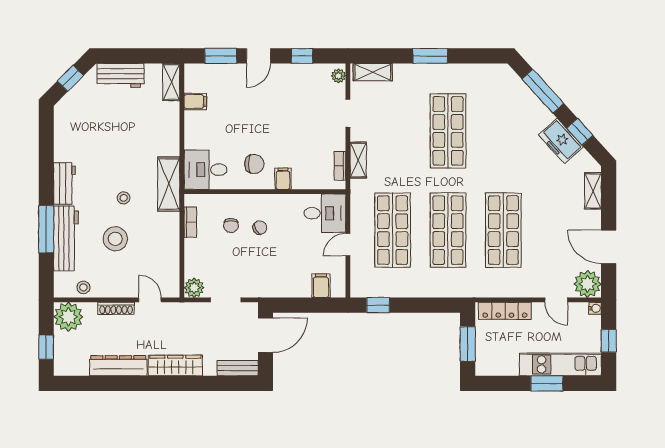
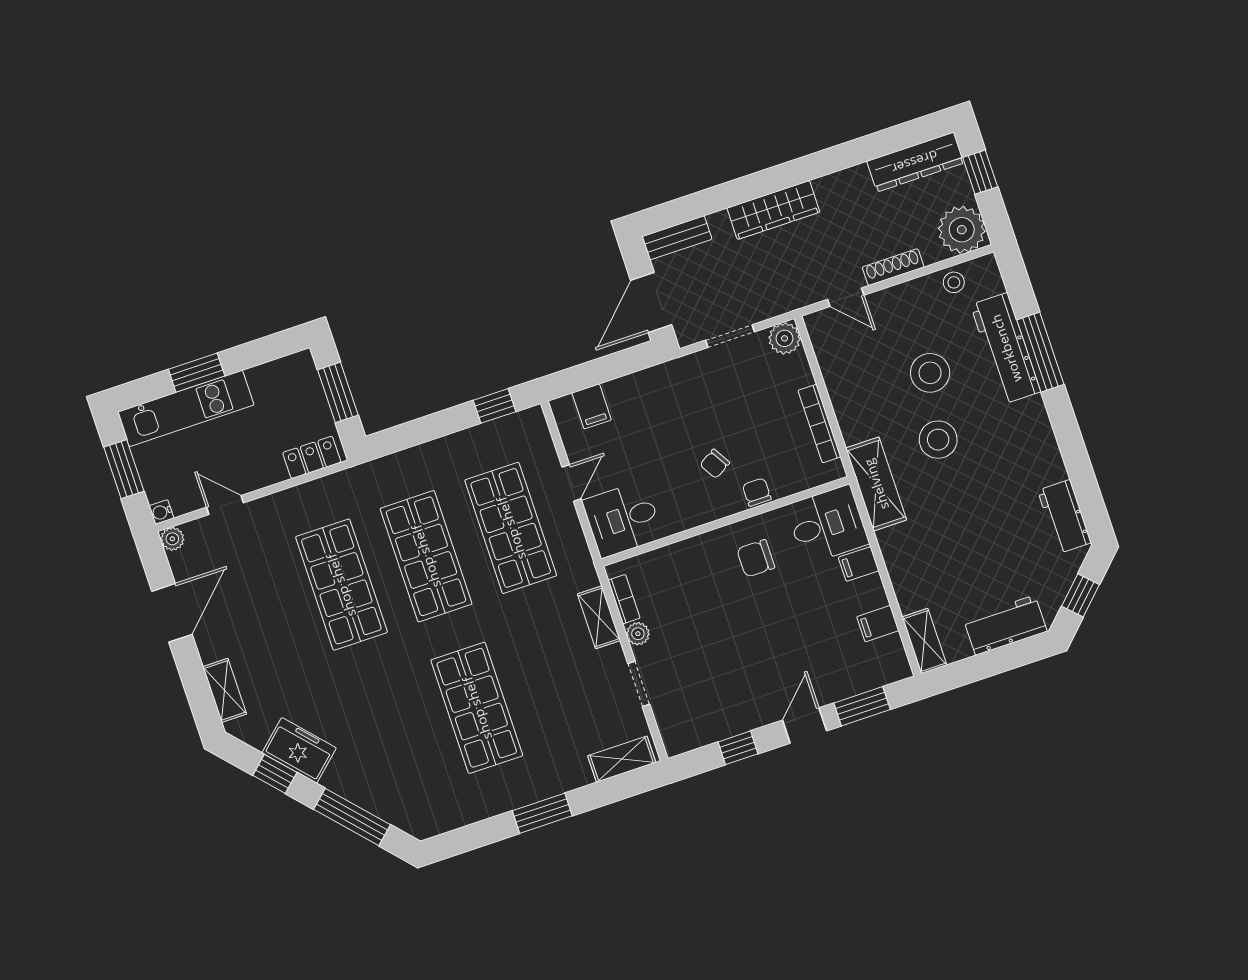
plant: (339, 76) -> (638, 634), moved
filing cabinet: (283, 179) -> (859, 564), moved, turned 90
workbench: (64, 183) -> (1064, 517), moved
stool: (124, 198) -> (938, 440), width x1.89, depth x1.89
bookcase: (190, 222) -> (819, 424), width x1.56
chair: (231, 226) -> (757, 492), moved
door: (609, 247) -> (172, 613), hinge flipped
plant: (587, 284) -> (172, 539), width x0.53, depth x0.53
locker: (505, 311) -> (312, 457), width x0.66
window: (609, 341) -> (124, 469), width x1.50
dresser: (118, 366) -> (915, 162), moved

